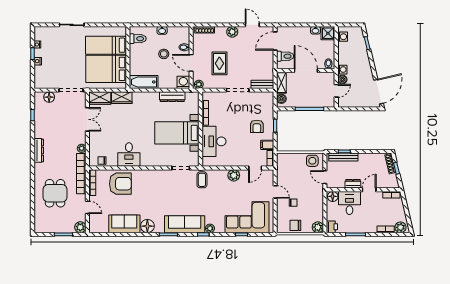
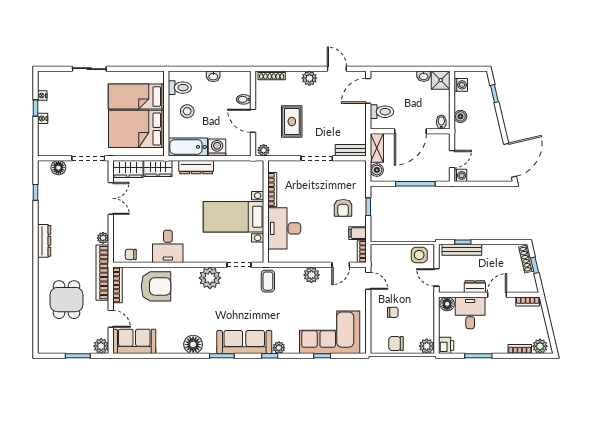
stool: (164, 54) -> (187, 111), moved
door: (306, 70) -> (410, 131), swing flipped
washing machine: (342, 70) -> (460, 175), moved
boiler: (342, 79) -> (460, 116), moved
washing machine: (183, 82) -> (217, 147), moved
dresser: (172, 97) -> (196, 167), moved
plant: (160, 178) -> (210, 278), added
door: (275, 192) -> (368, 281), moved
sofa: (124, 224) -> (134, 341), moved

